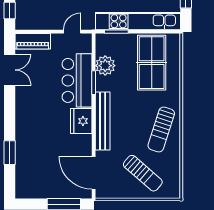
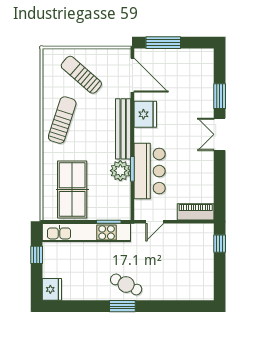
plant: (105, 66) -> (120, 171), moved
double door: (10, 70) -> (220, 134), moved
fridge: (81, 121) -> (145, 114), moved

